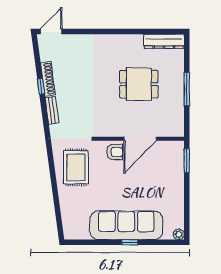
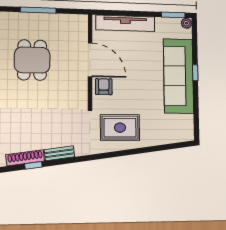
window: (187, 161) -> (173, 15), moved
tv unit: (177, 173) -> (125, 23), added

